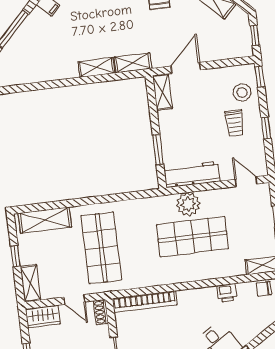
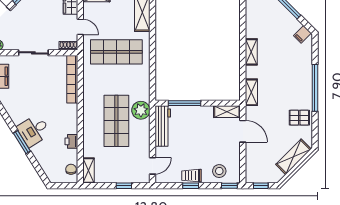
shelving: (96, 67) -> (251, 52), moved
trolley: (235, 123) -> (191, 176), moved
window: (158, 150) -> (184, 103), width x1.44
plant: (188, 204) -> (141, 110), moved
door: (74, 300) -> (80, 27), swing flipped

